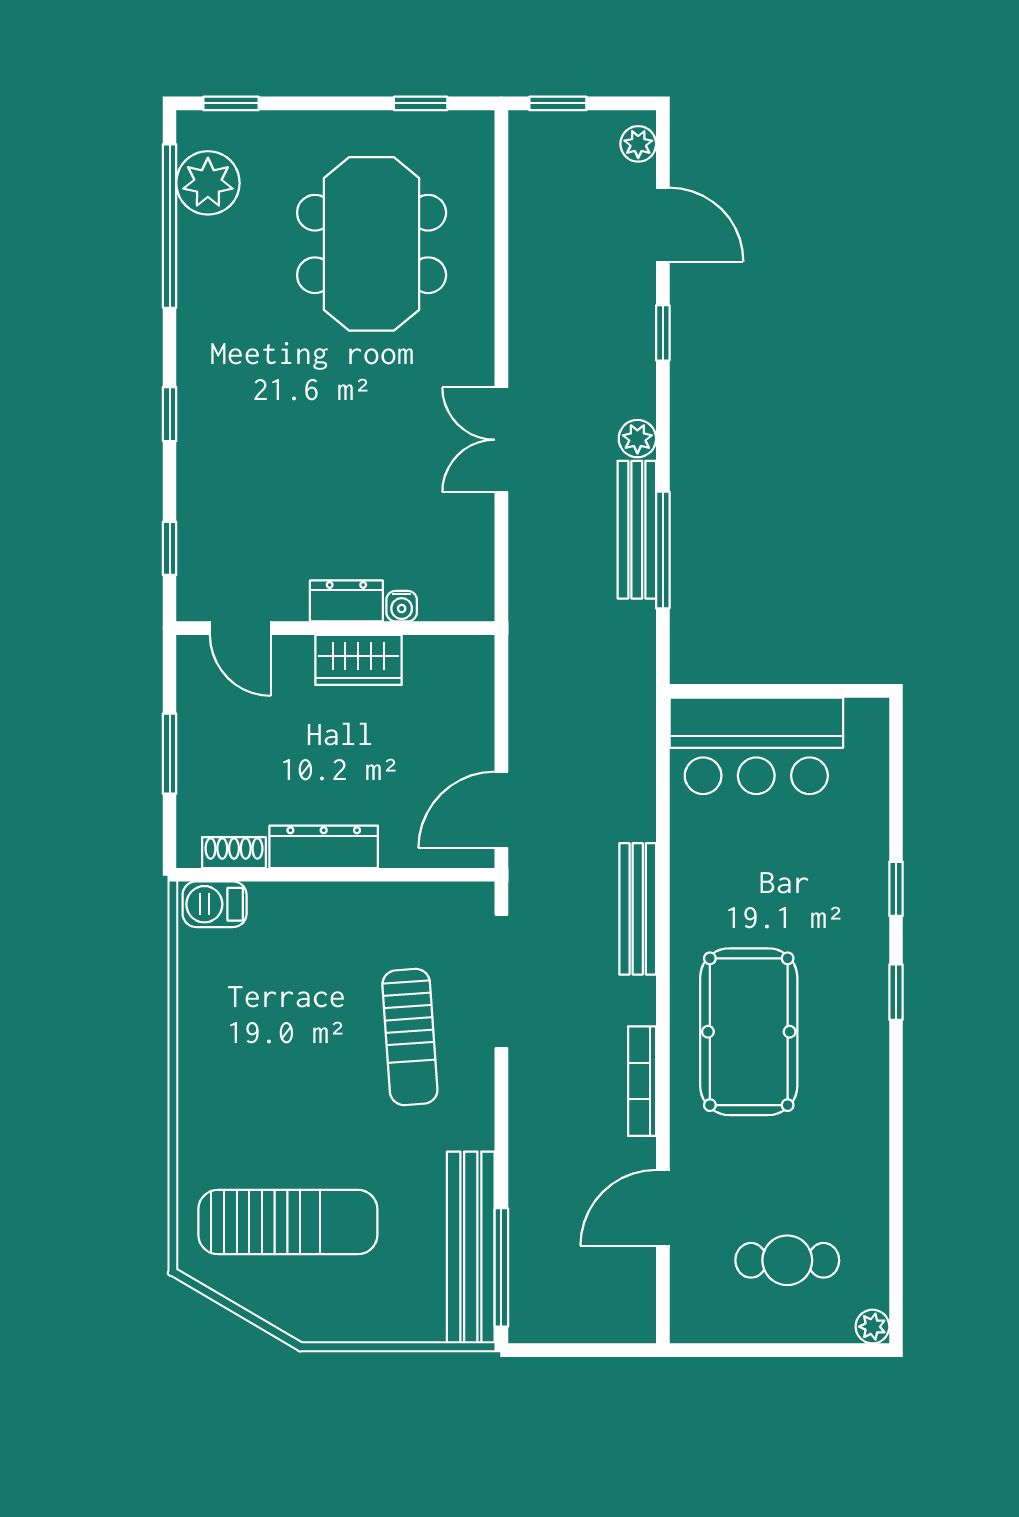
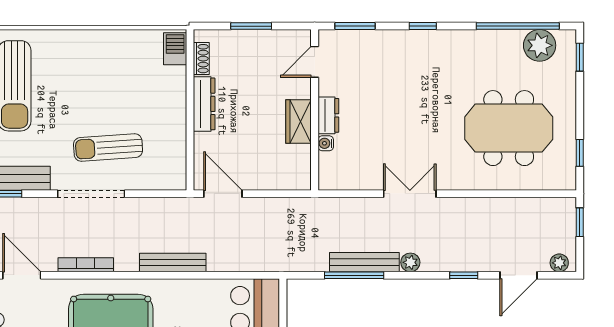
window: (170, 548) -> (355, 26), width x1.50
doorway: (501, 981) -> (91, 194), moved

